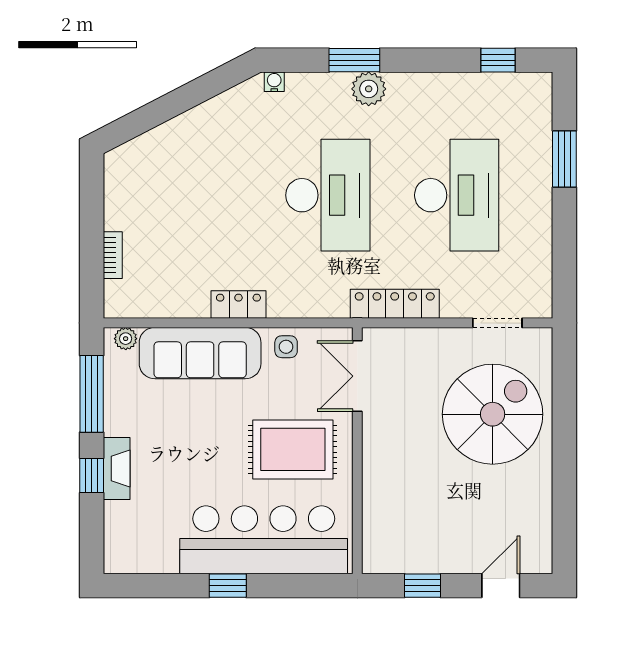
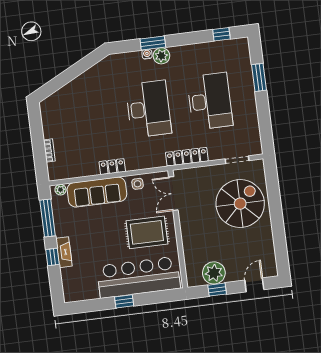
water cooler: (274, 82) -> (147, 54), moved
plant: (420, 550) -> (214, 273), added

